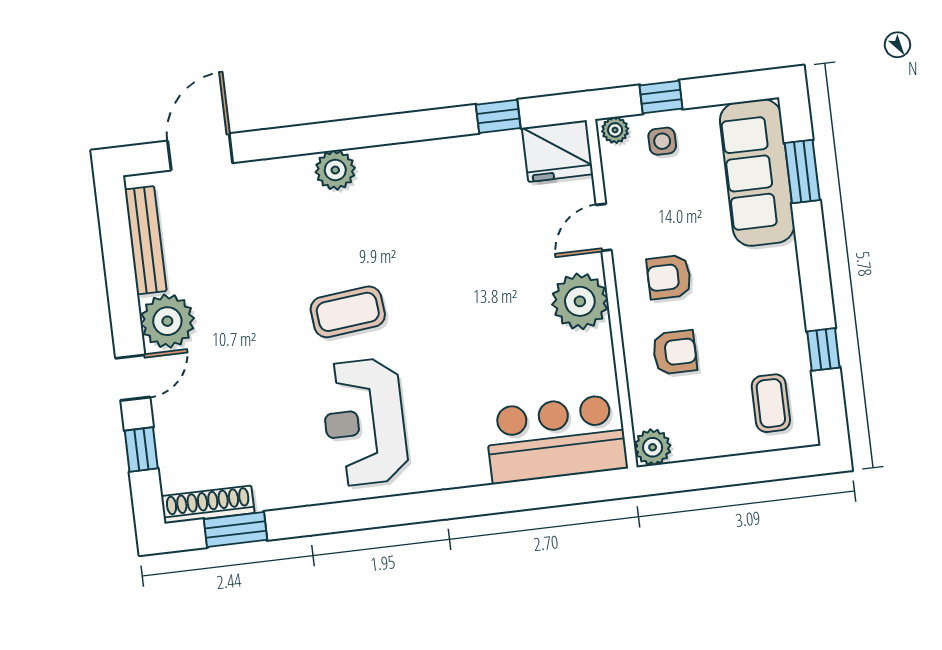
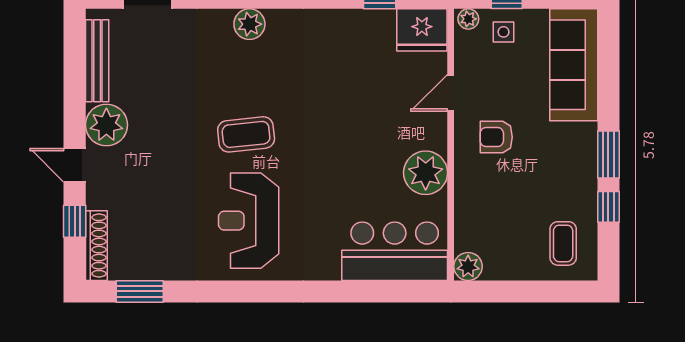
window: (802, 172) -> (608, 155), moved
plant: (580, 301) -> (426, 173), moved
armchair: (675, 352) -> (494, 195), removed
door: (133, 378) -> (75, 165), swing flipped
shoe rack: (208, 504) -> (96, 246), moved, turned 90

